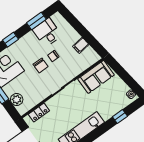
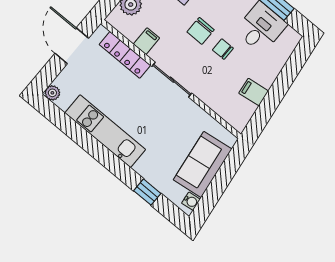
sofa: (96, 77) -> (203, 164), moved, turned 82
filing cabinet: (39, 96) -> (146, 41), added
locker: (39, 113) -> (125, 55), width x1.53

